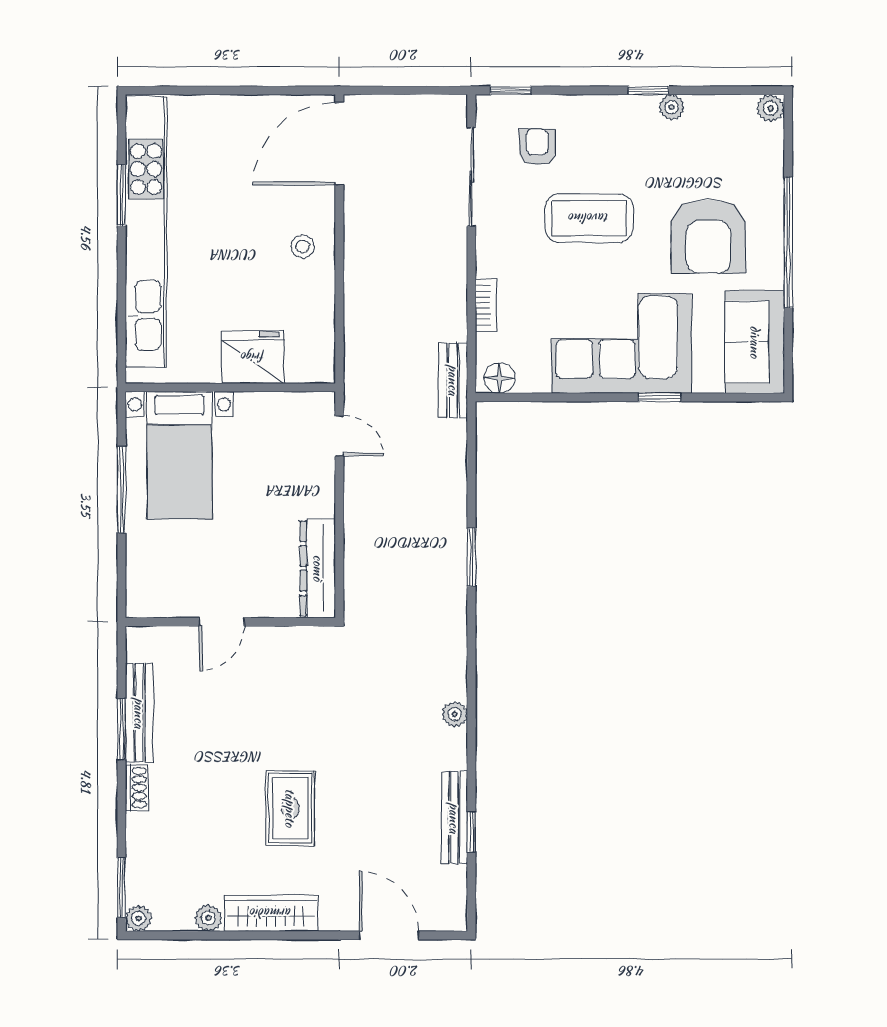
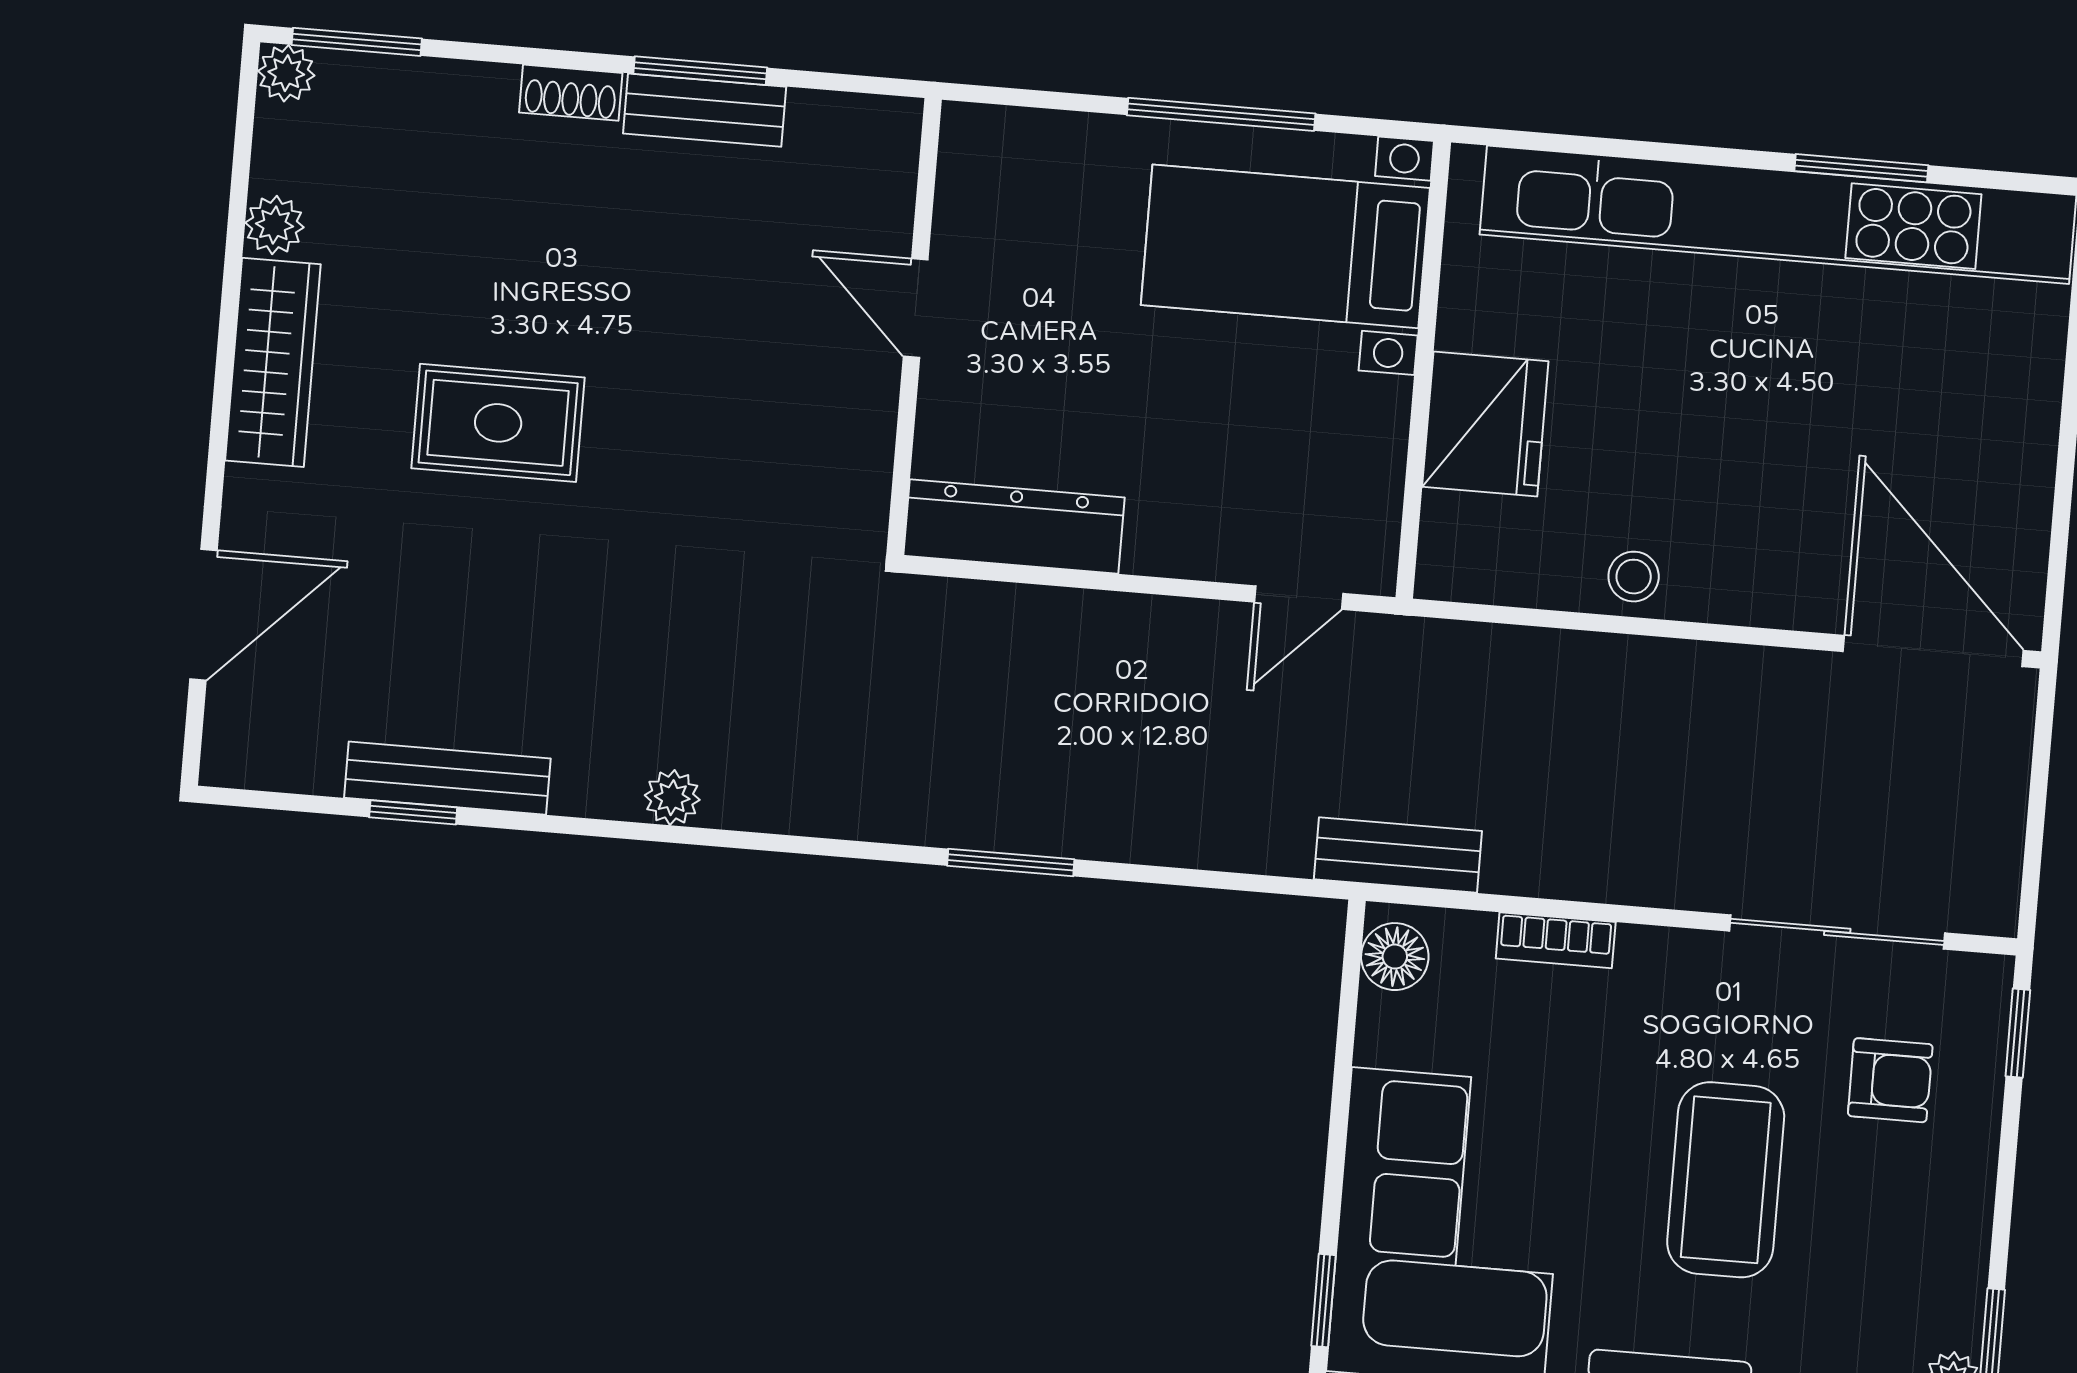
stool: (303, 246) -> (1634, 577), moved
bench: (139, 713) -> (705, 110), width x0.73

